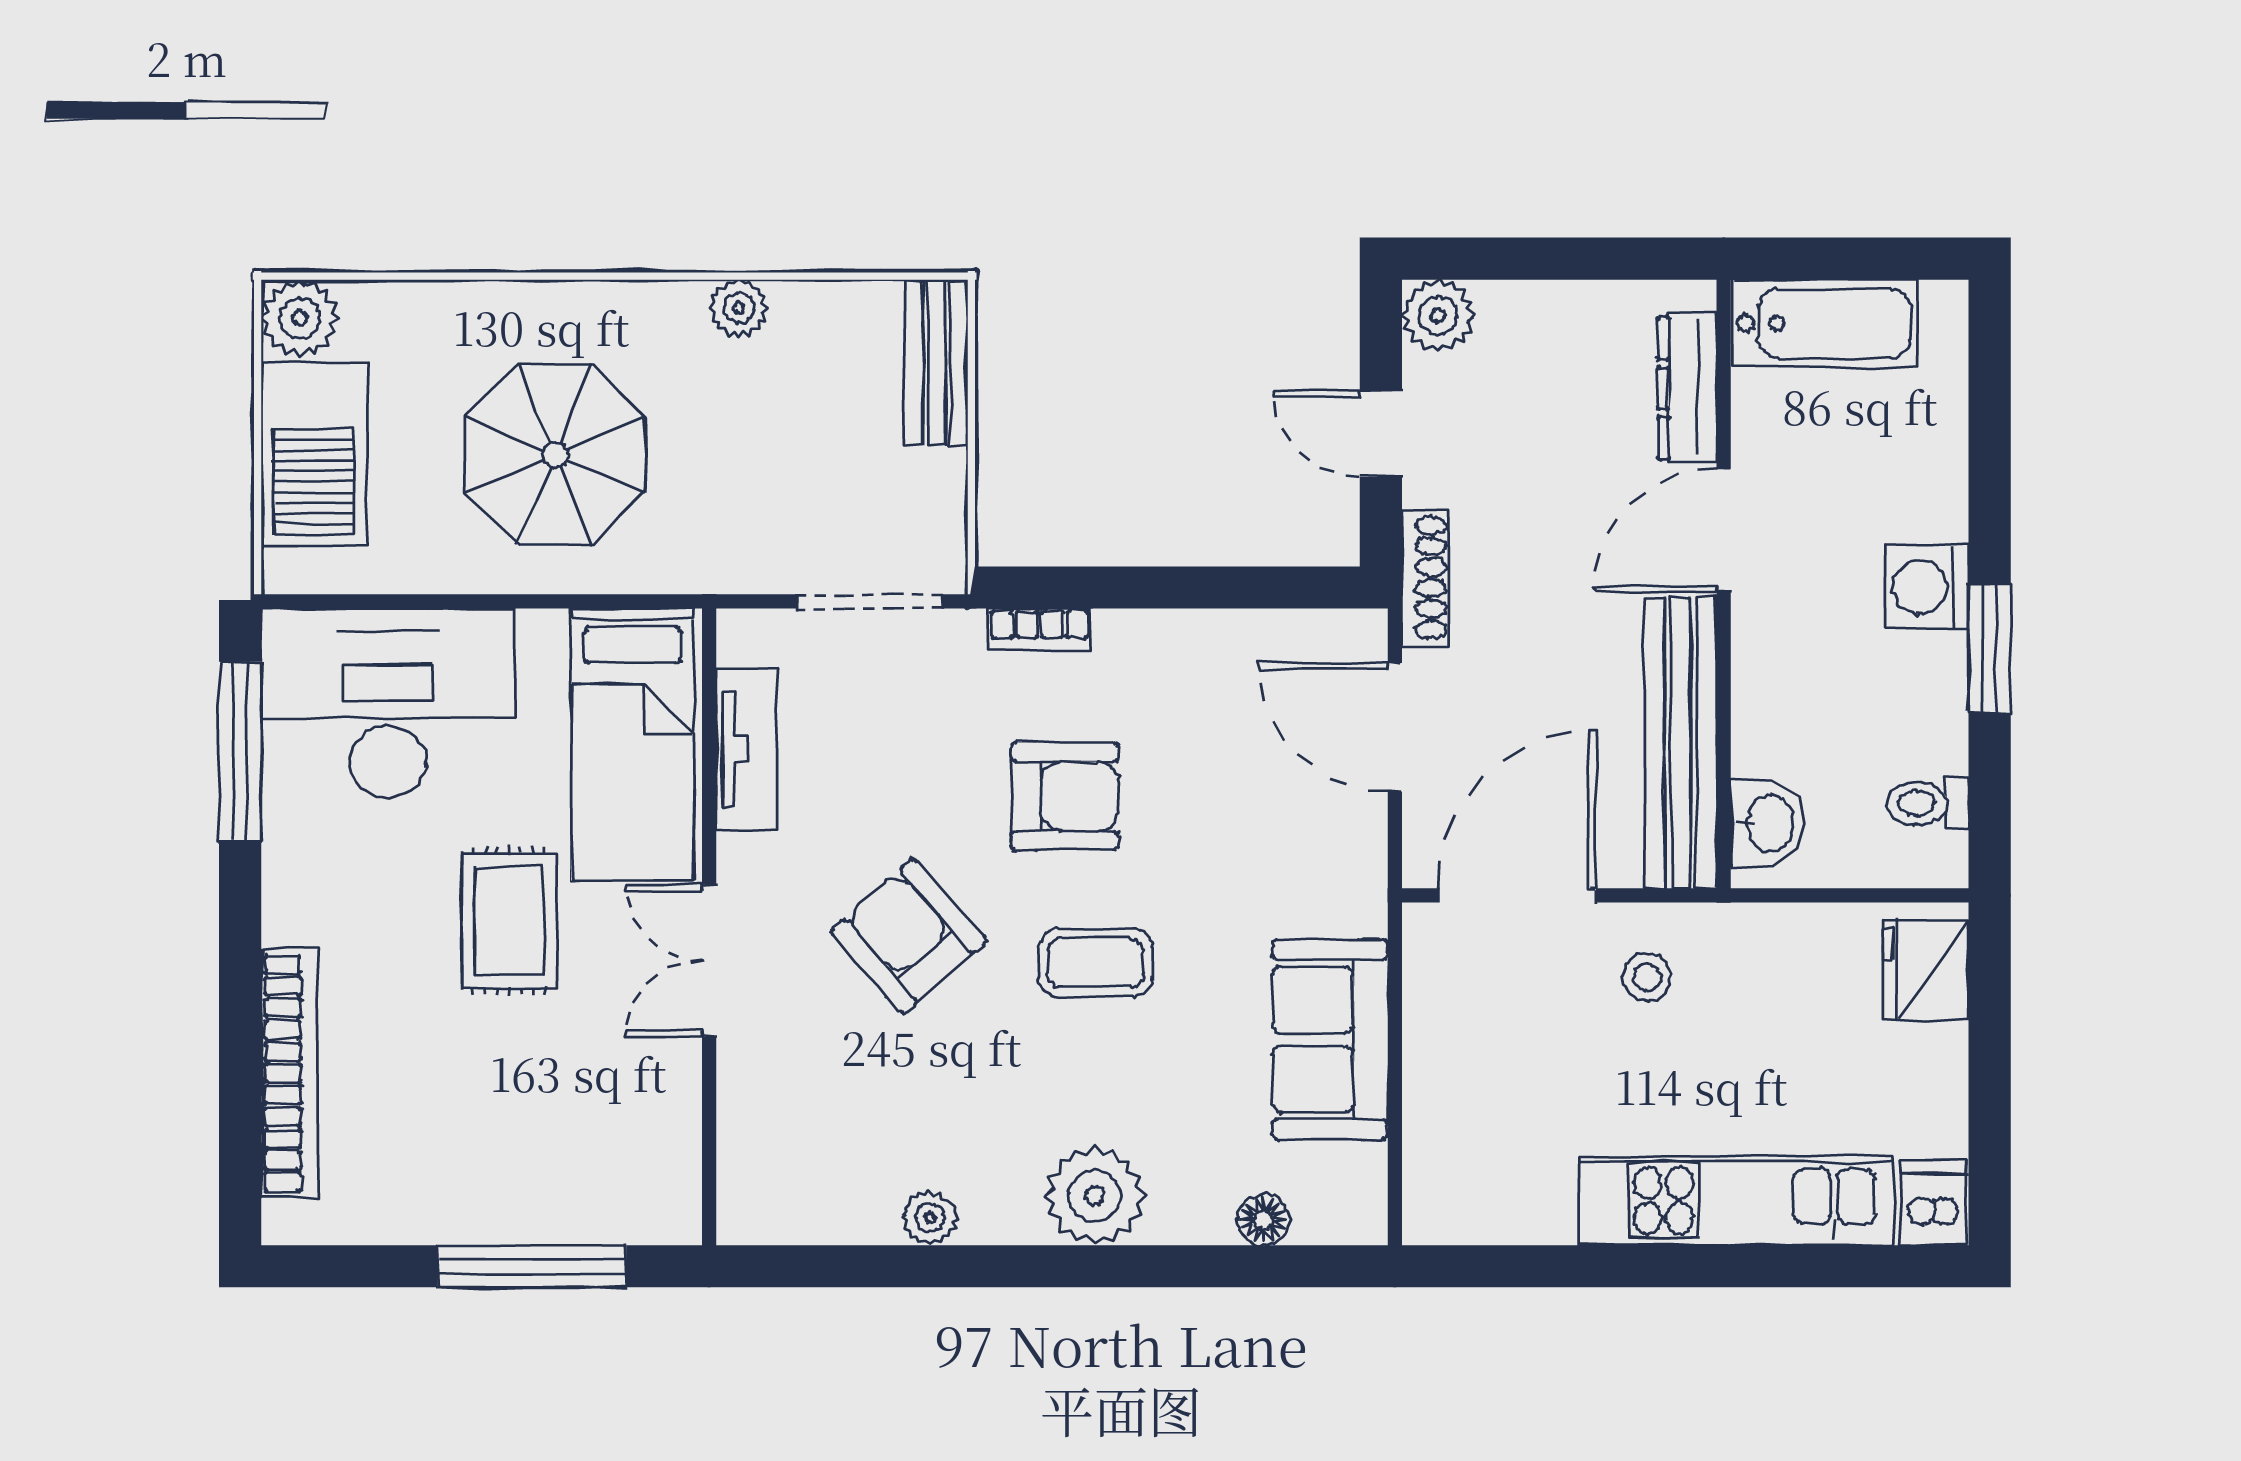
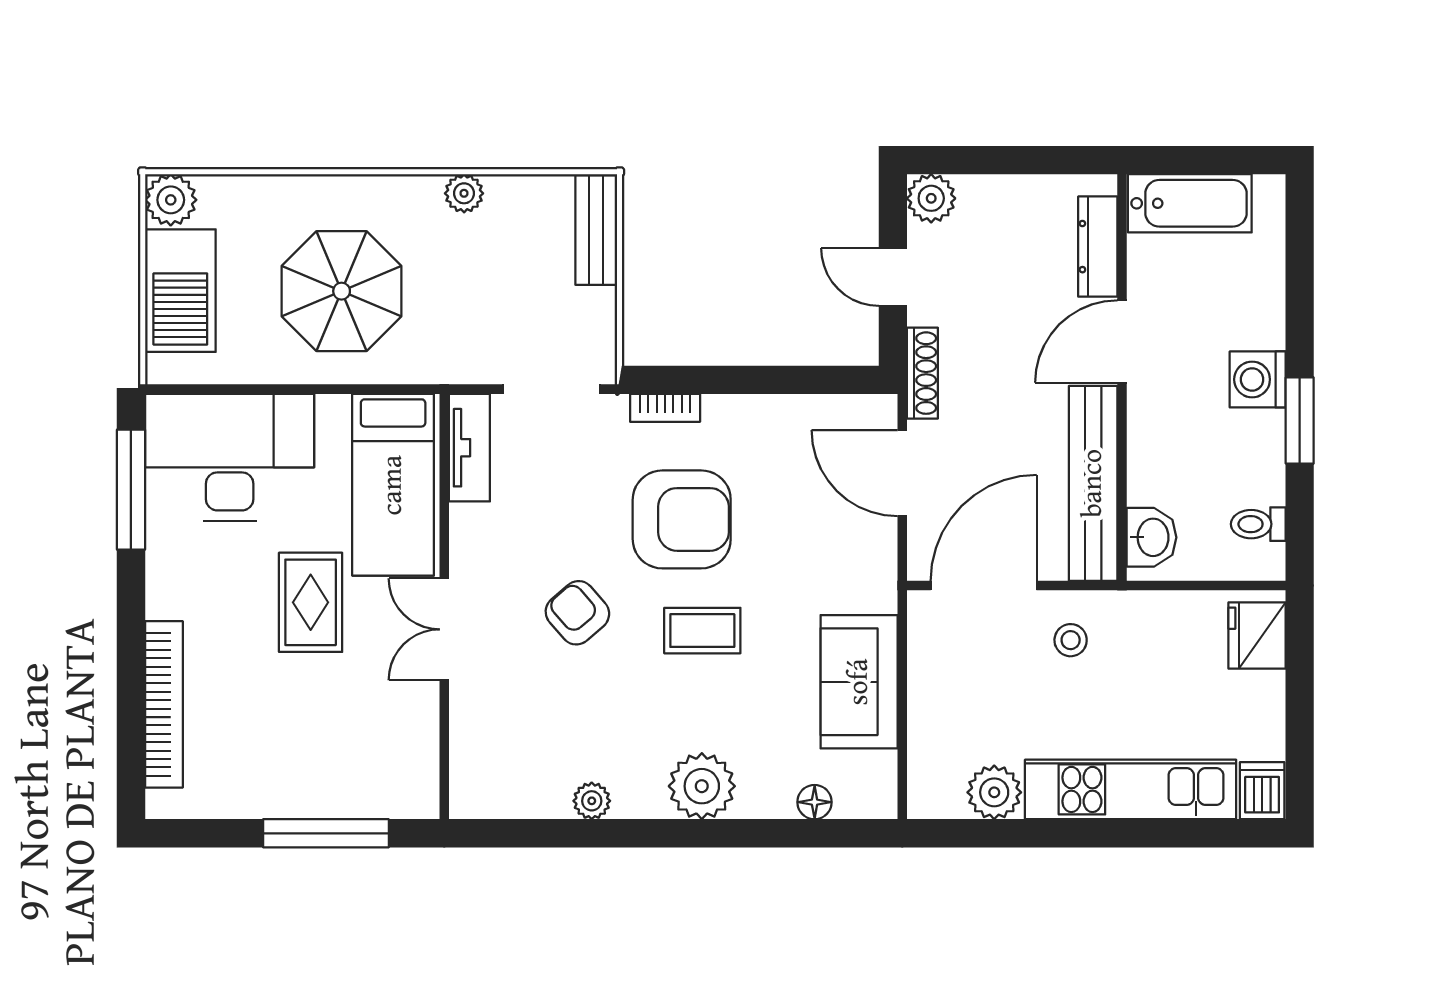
tv unit: (747, 750) -> (469, 448), moved
armchair: (1065, 796) -> (682, 519), width x1.36, depth x1.36
armchair: (908, 936) -> (577, 613), width x0.72, depth x0.72
plant: (1532, 1205) -> (994, 792), added

